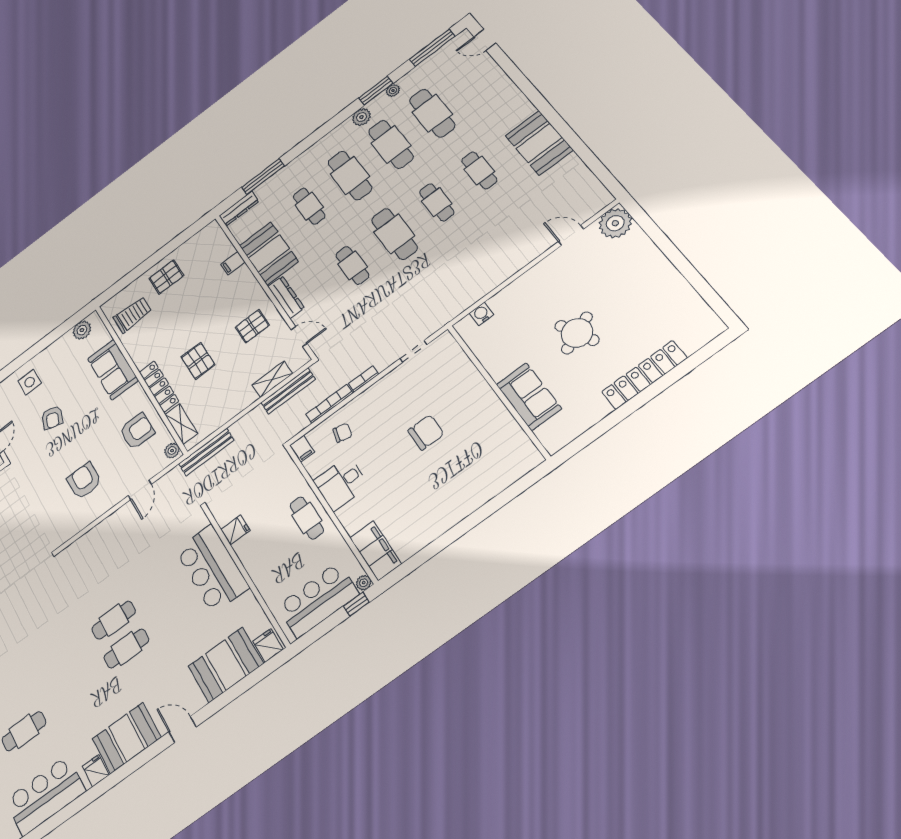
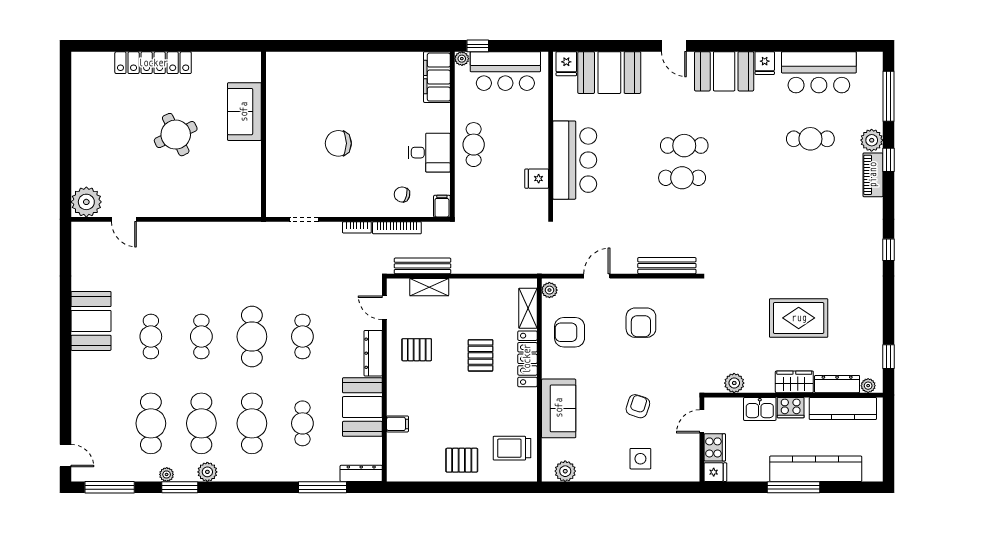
water cooler: (481, 314) -> (233, 209), removed
bench: (206, 452) -> (667, 266), moved

